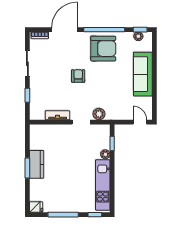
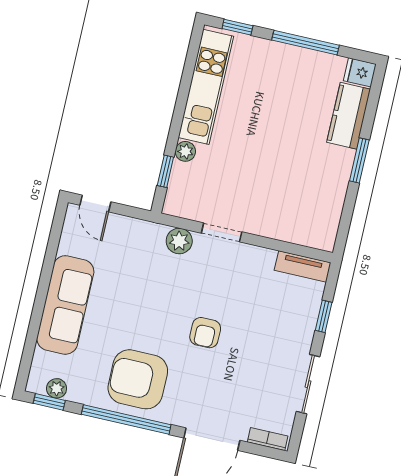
tv unit: (58, 115) -> (303, 266), moved
kitchen counter: (37, 164) -> (349, 116), moved

